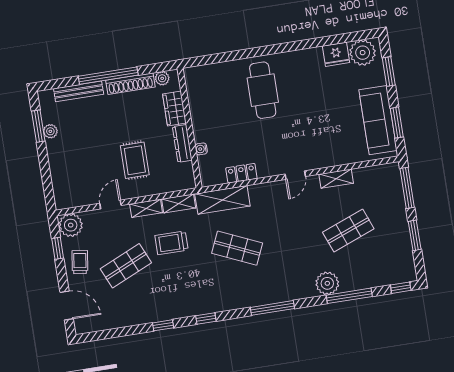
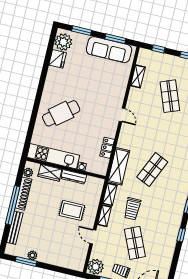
cafe table: (263, 90) -> (61, 113), turned -39
kitchen unit: (199, 104) -> (53, 156), added
shelving: (336, 179) -> (138, 76), moved
window: (407, 188) -> (158, 49), width x0.46

